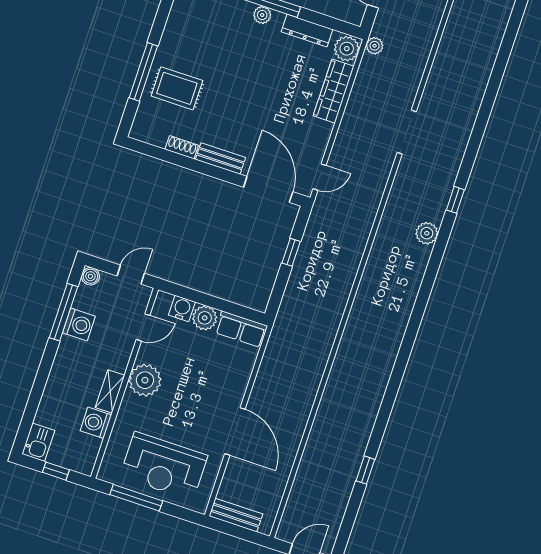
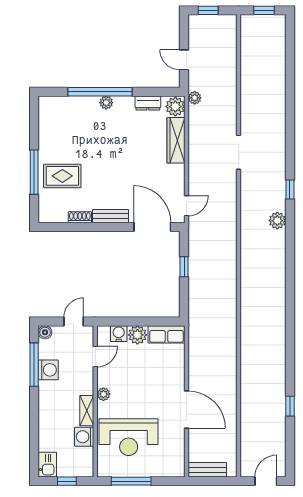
dresser: (307, 31) -> (148, 103), width x0.70
plant: (145, 380) -> (103, 394), width x0.53, depth x0.53
reception desk: (164, 466) -> (129, 437), moved

